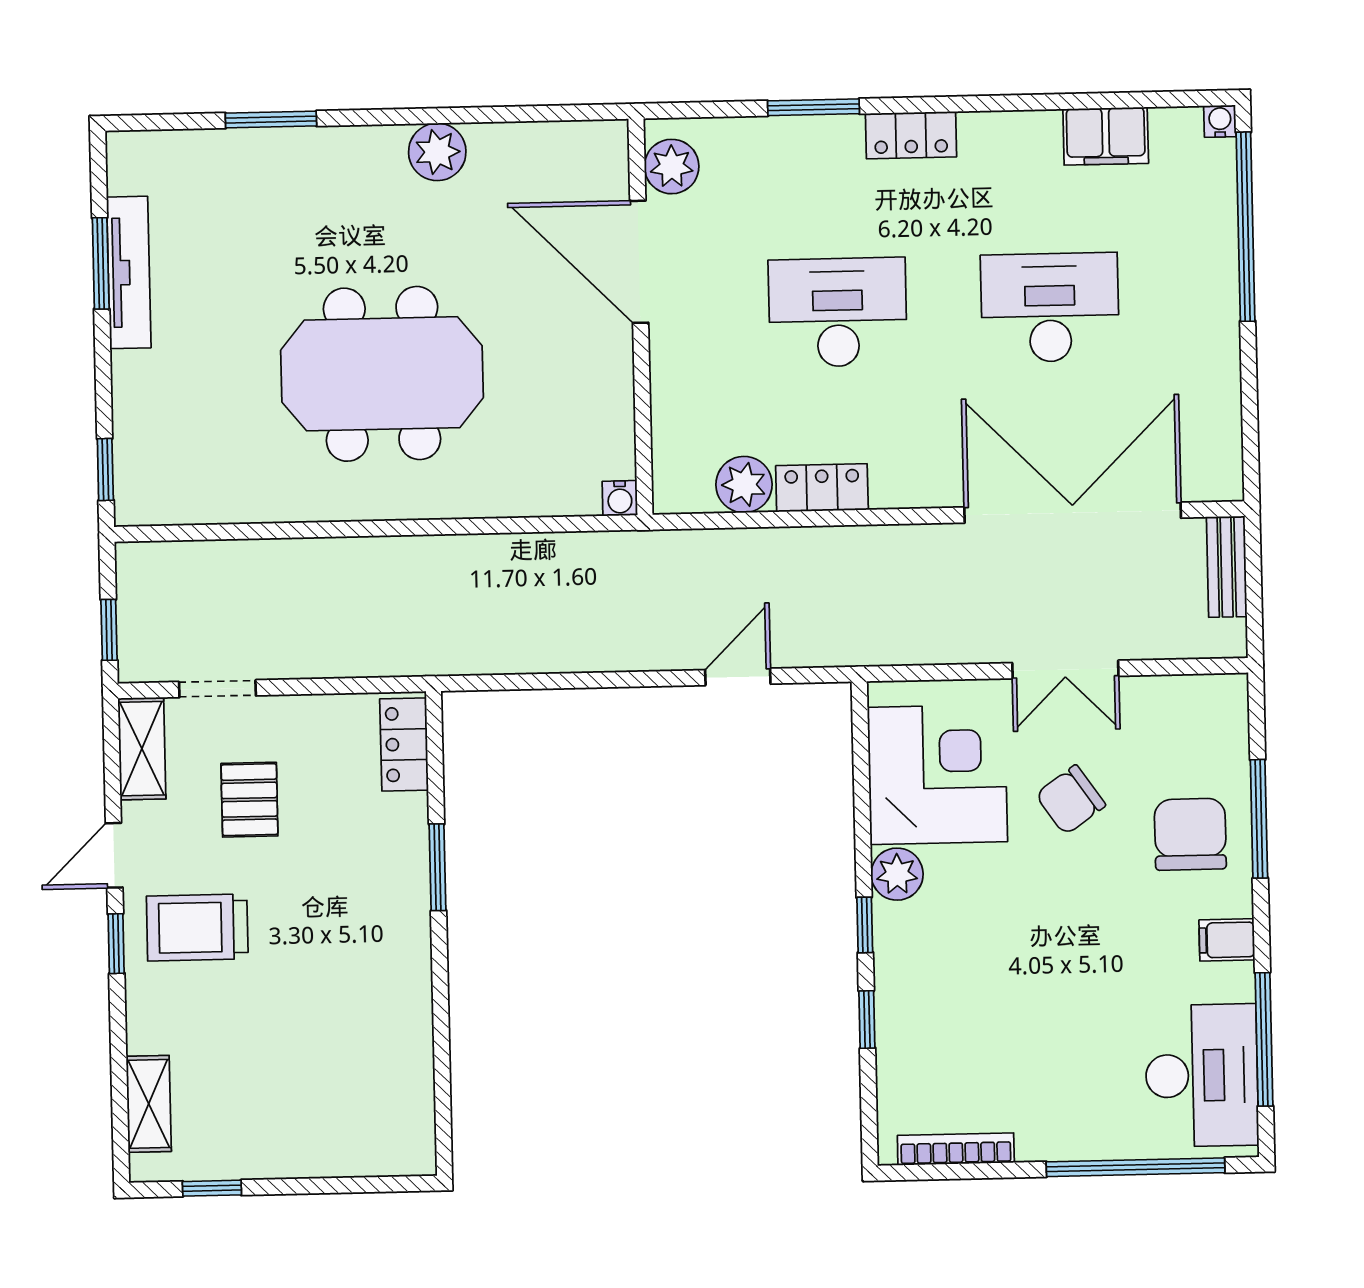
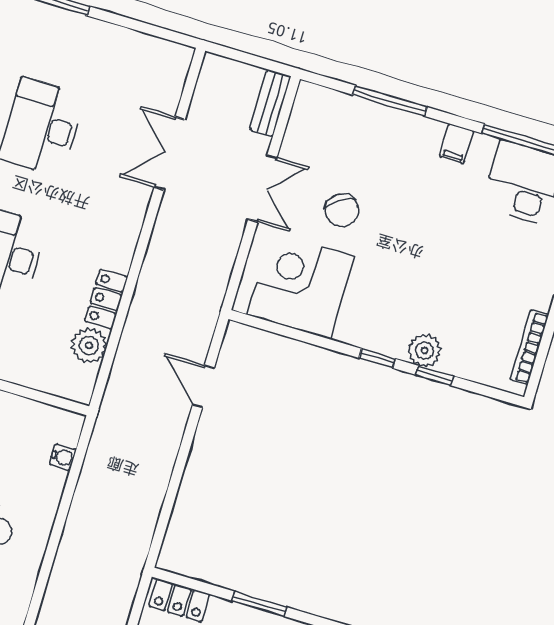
water cooler: (620, 498) -> (63, 457), moved
double door: (1073, 513) -> (170, 153), width x0.54
bench: (1227, 567) -> (270, 103), moved, turned 90
chair: (1190, 834) -> (386, 145), removed
plant: (897, 874) -> (425, 350), moved

